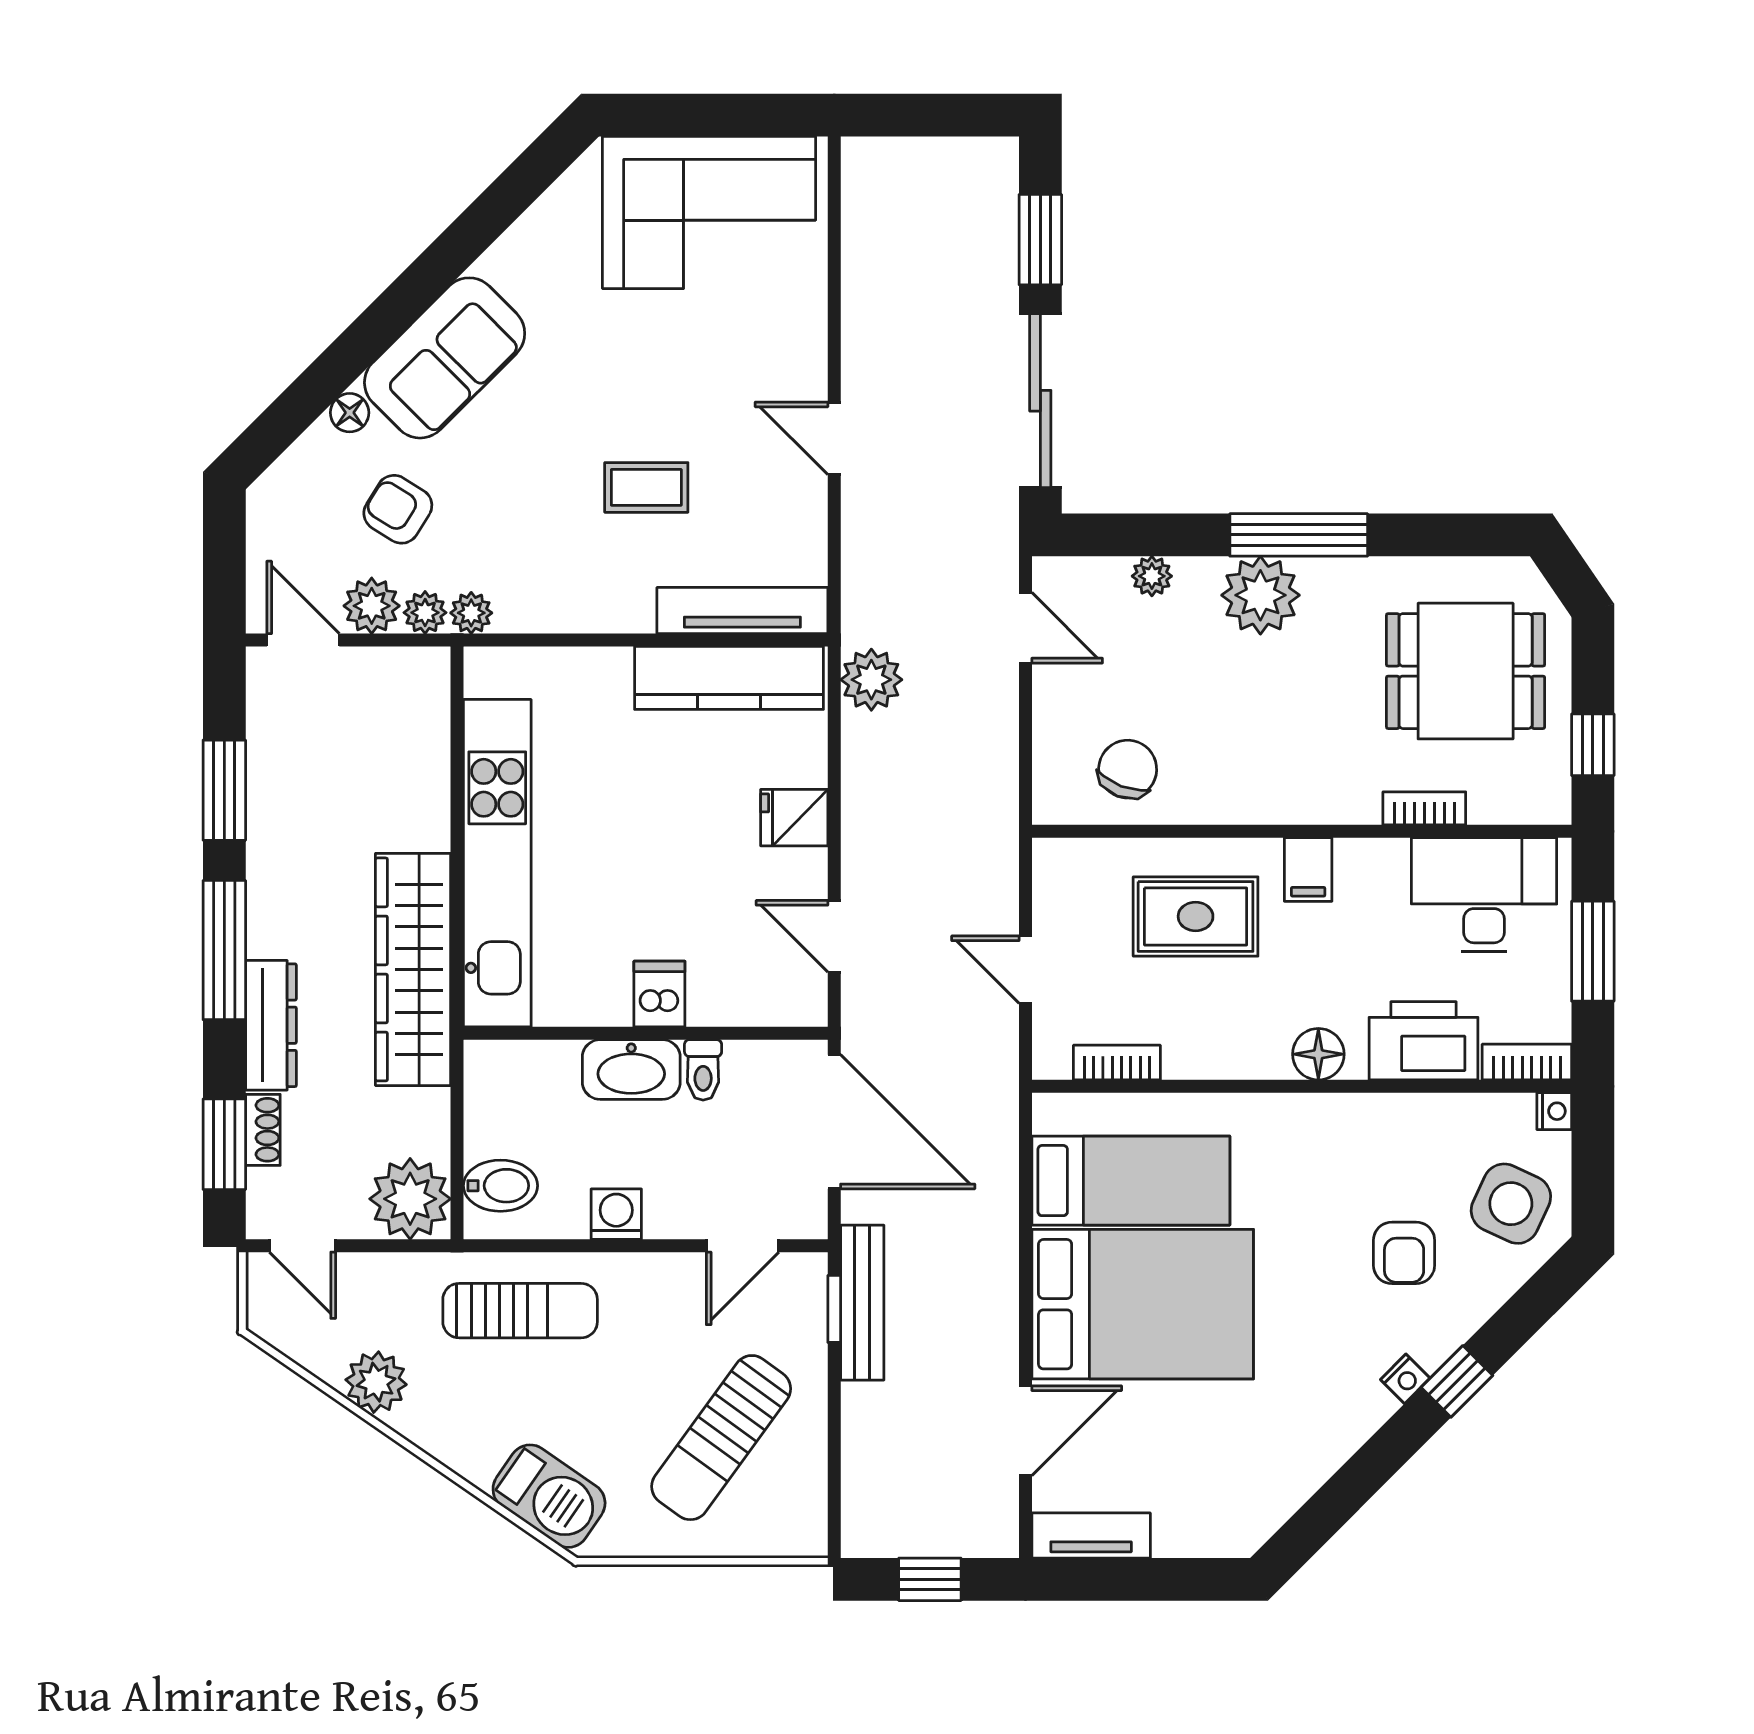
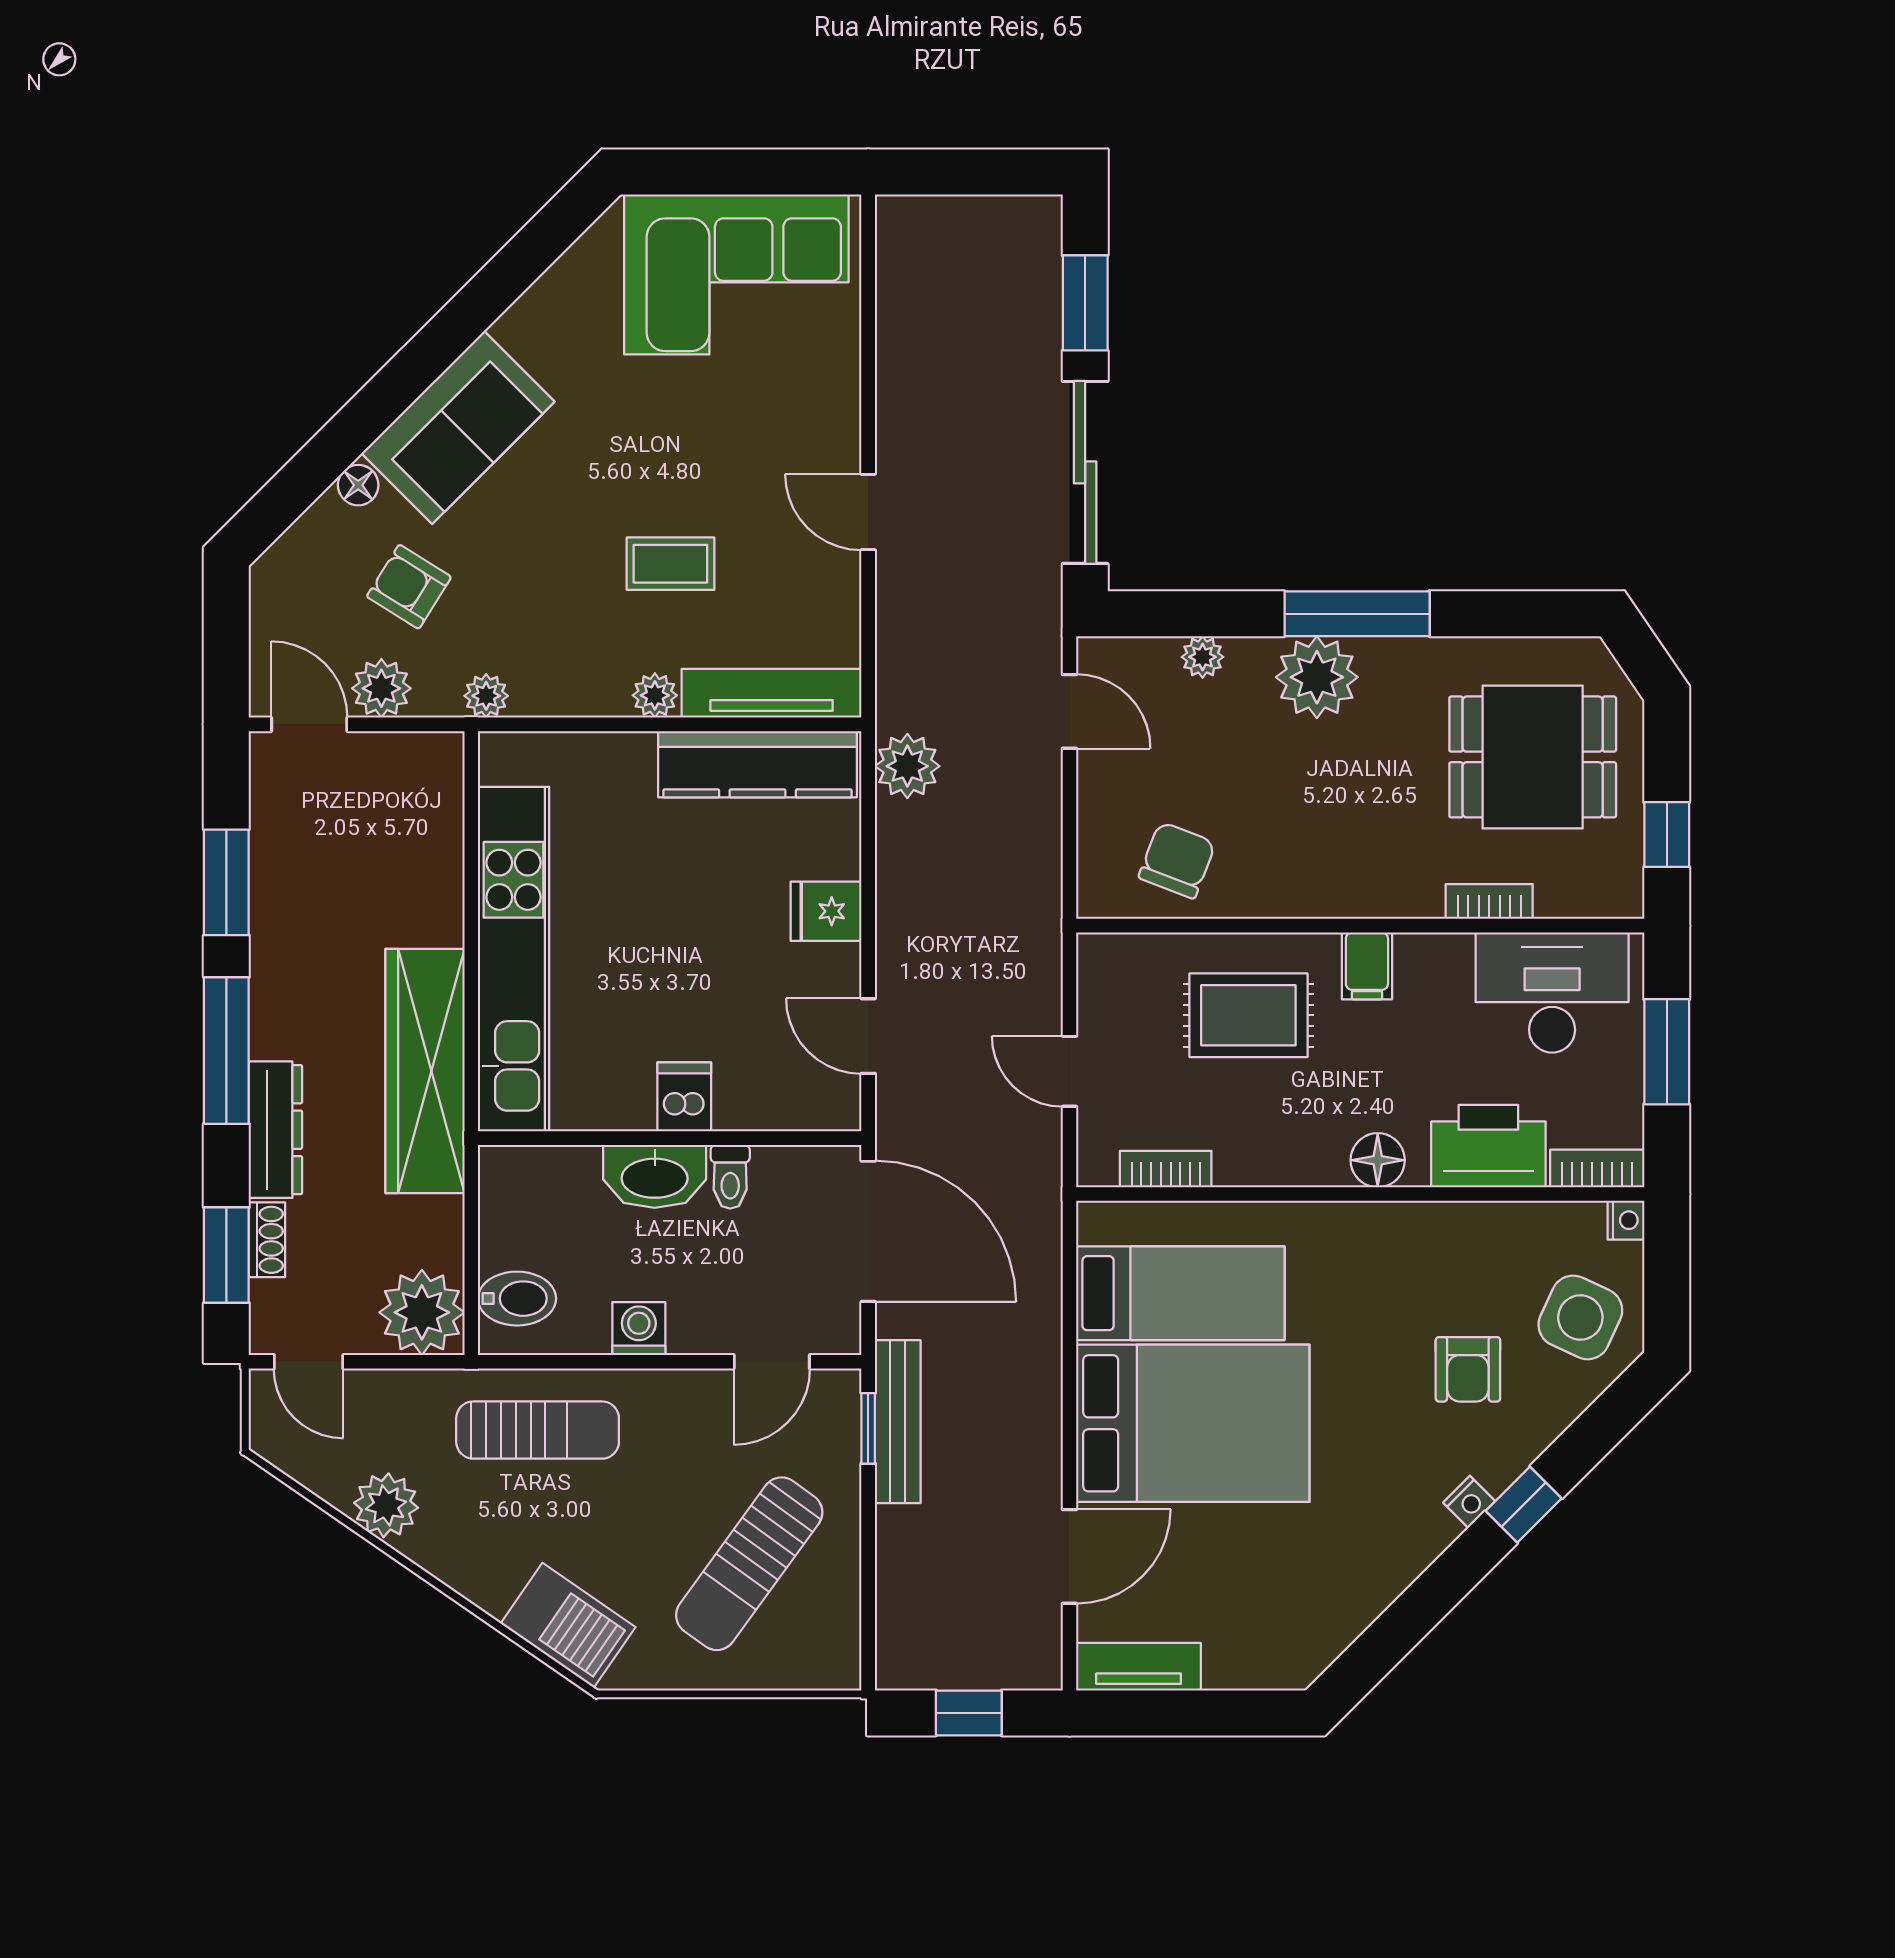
plant: (425, 613) -> (655, 695), moved

